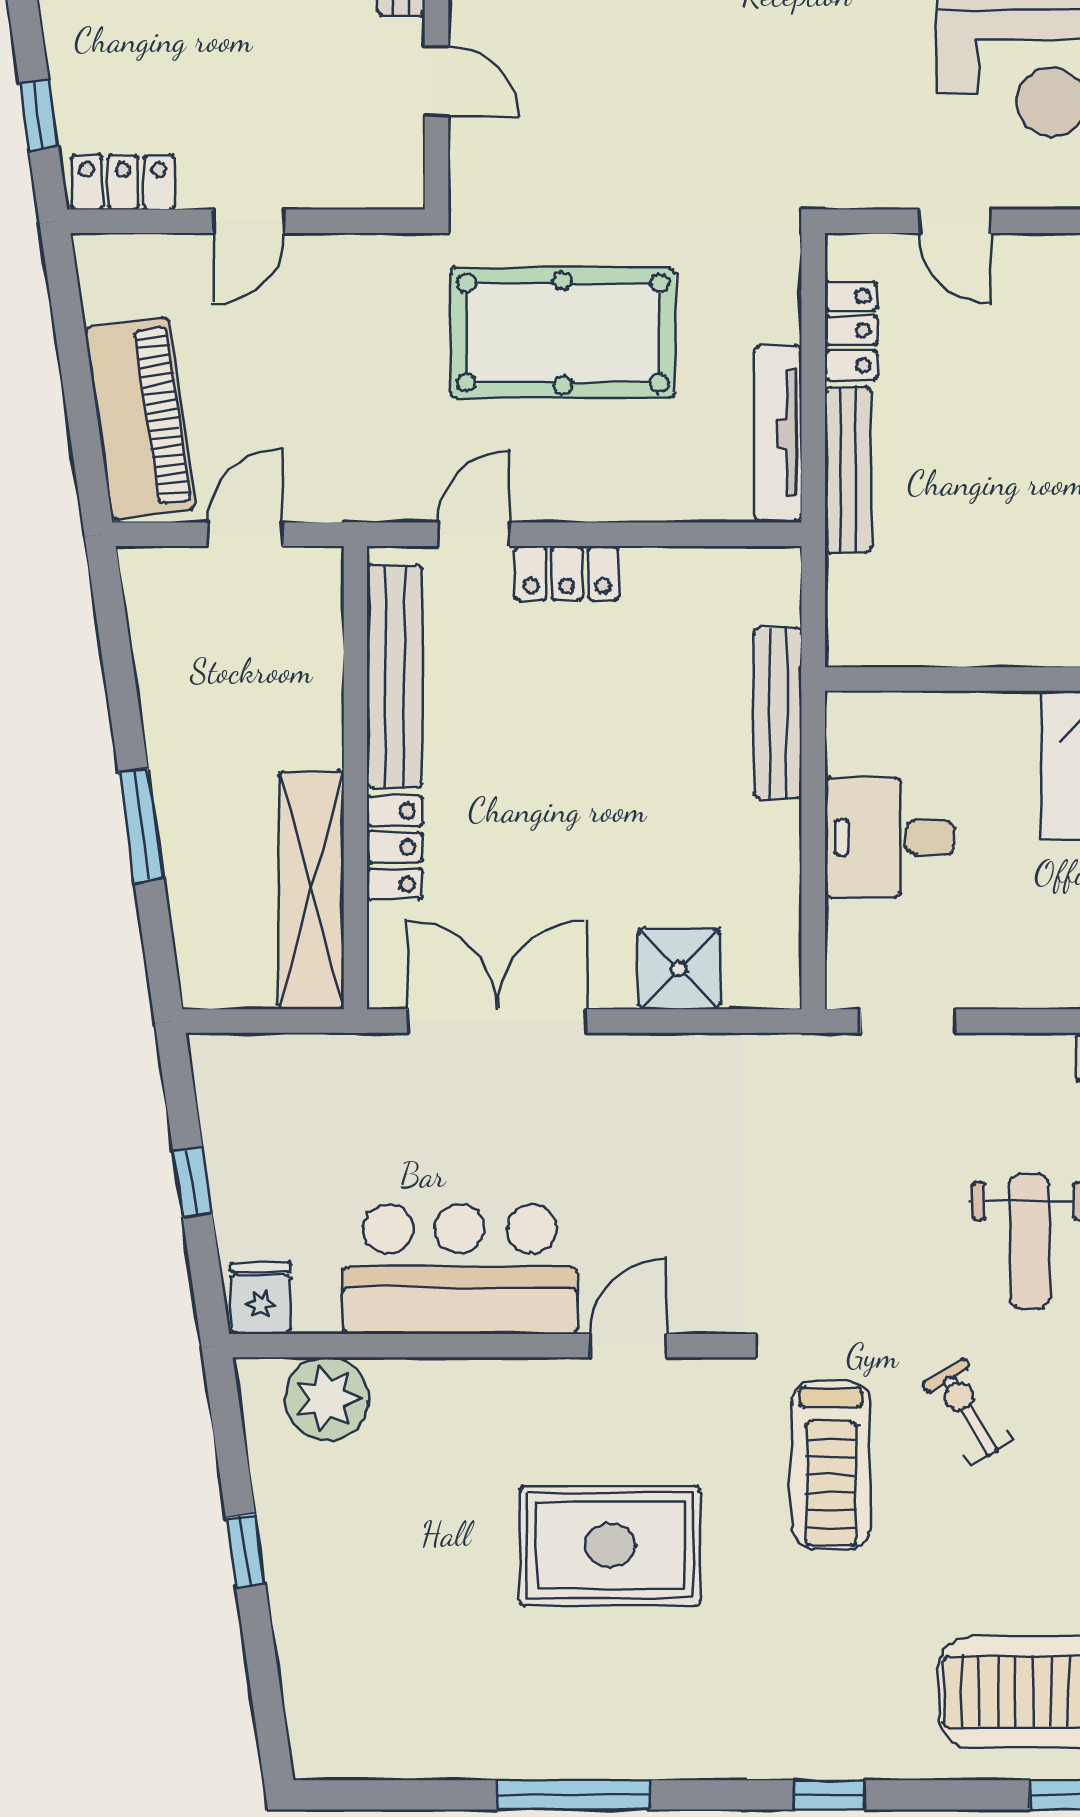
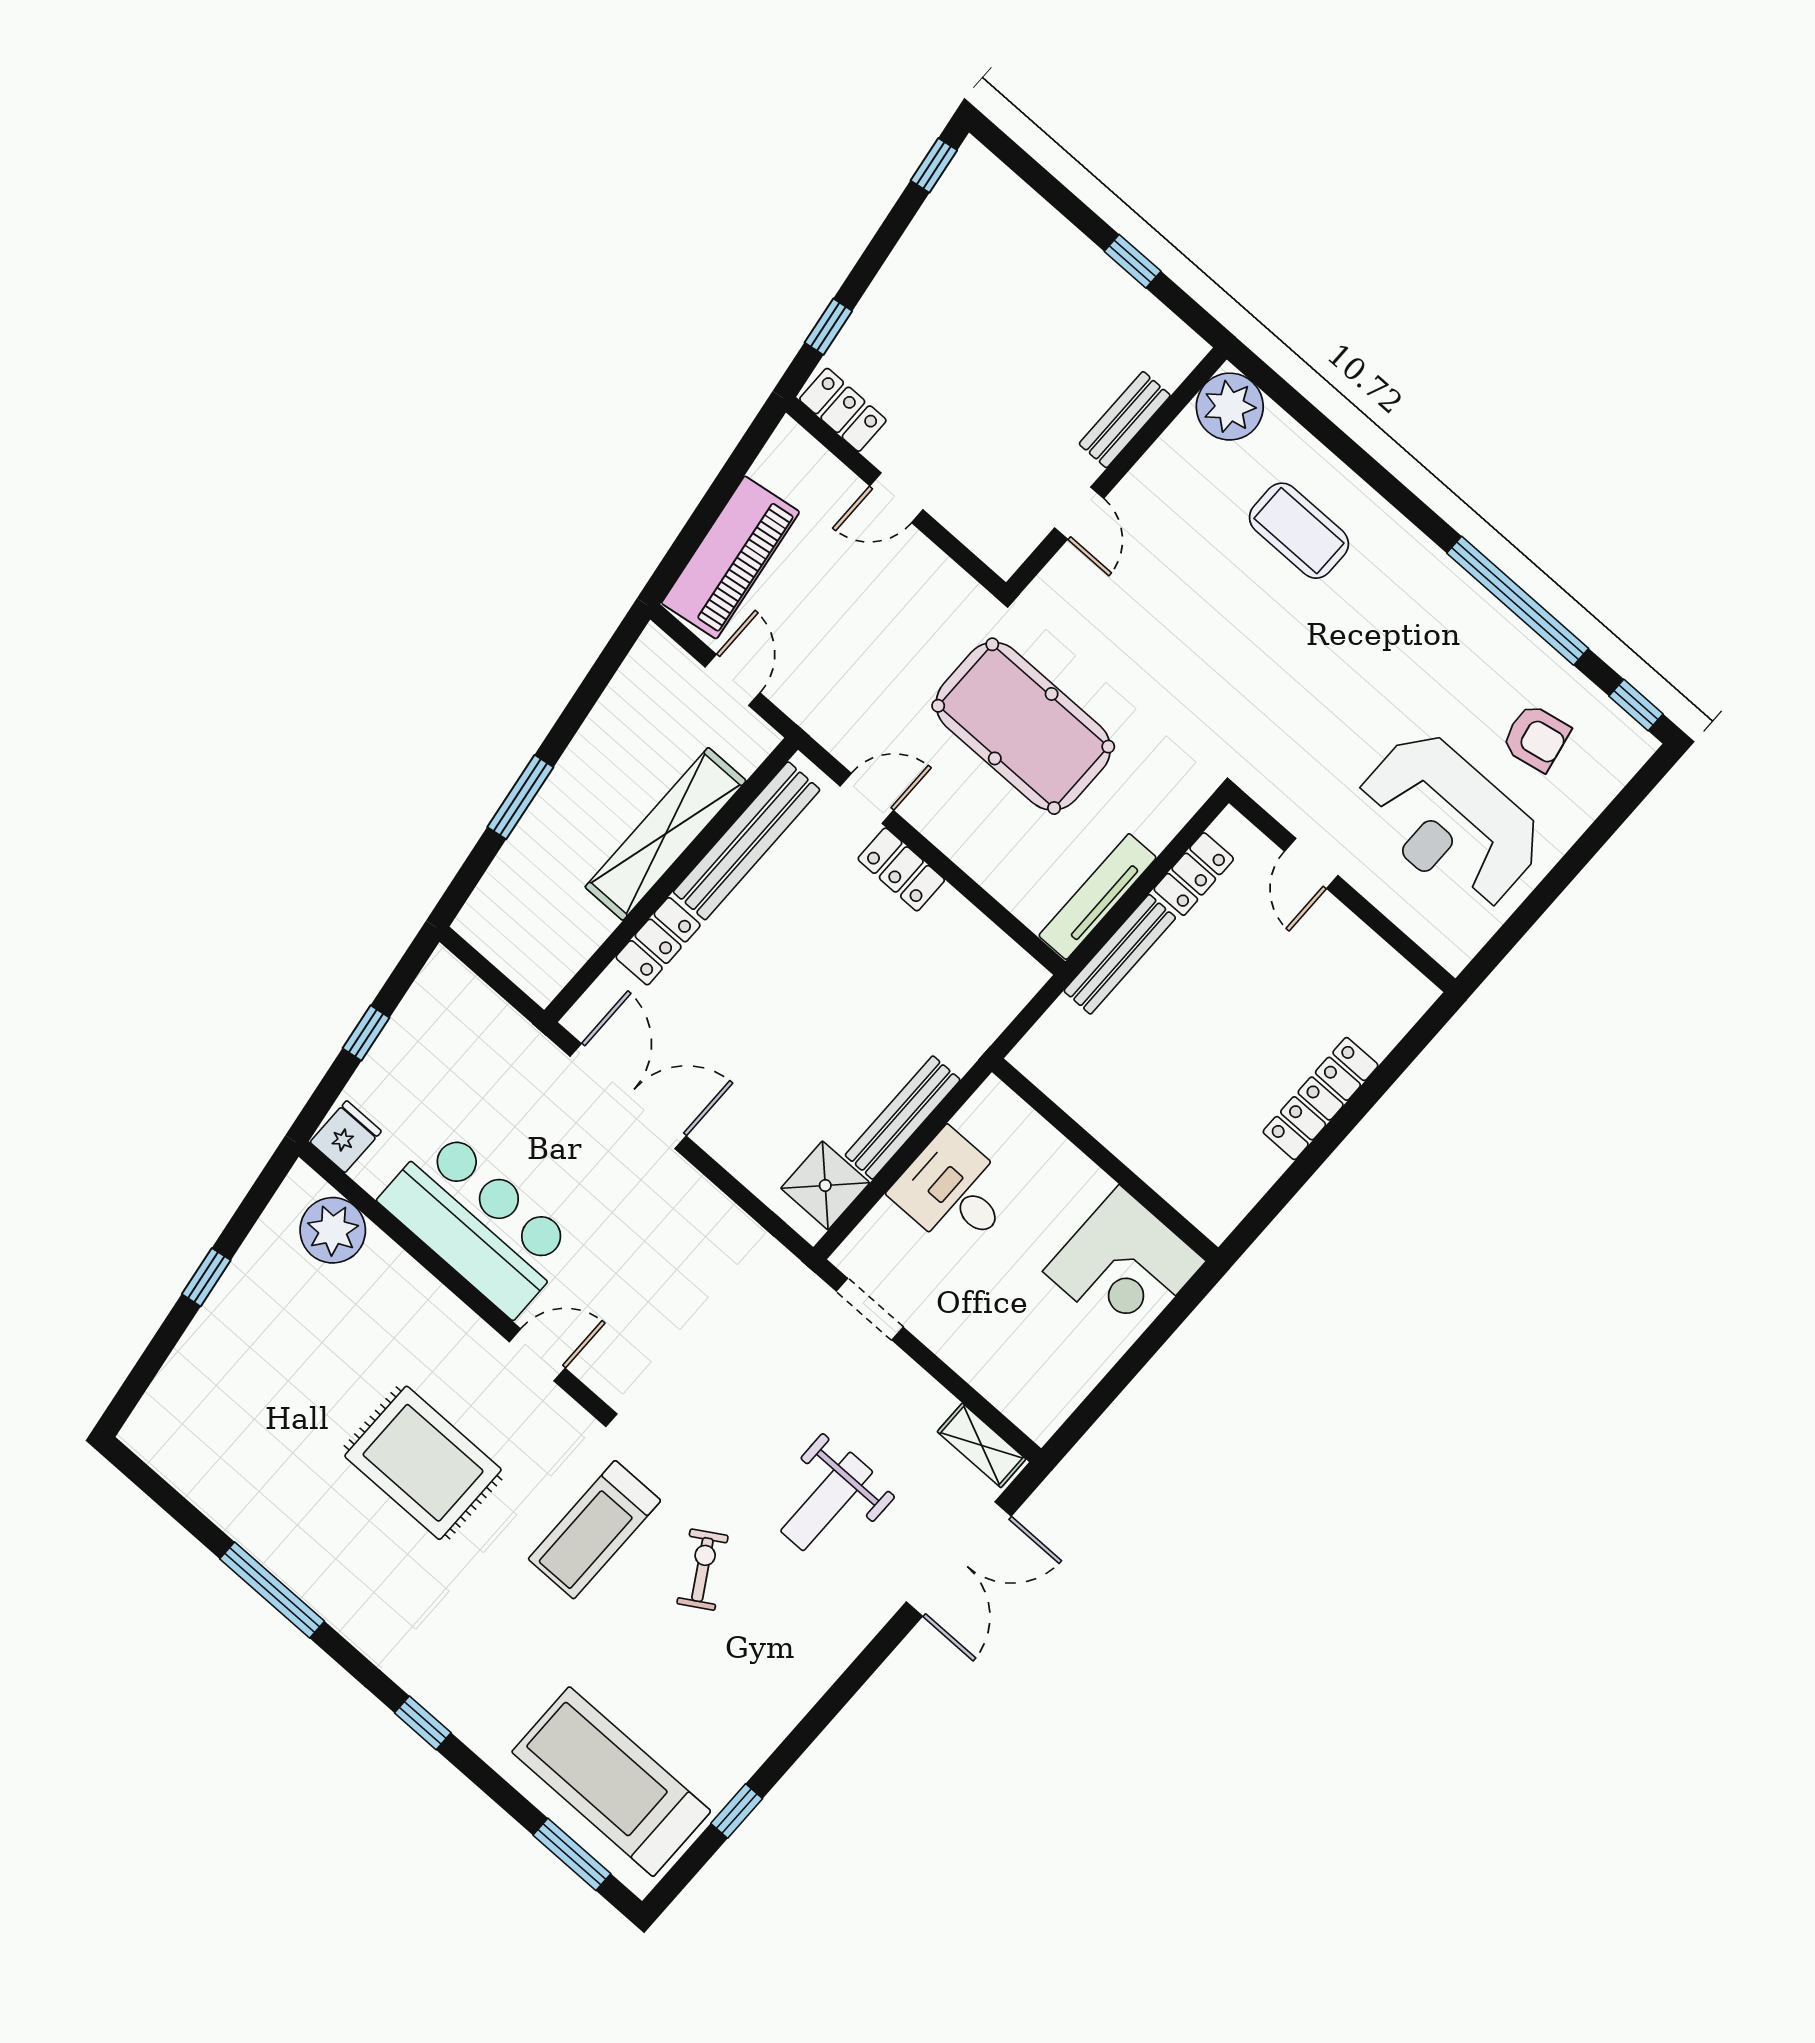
door: (245, 534) -> (732, 680), hinge flipped
bench: (778, 713) -> (903, 1118), moved
shelving: (311, 890) -> (666, 834), moved
shower: (679, 969) -> (825, 1185), moved

